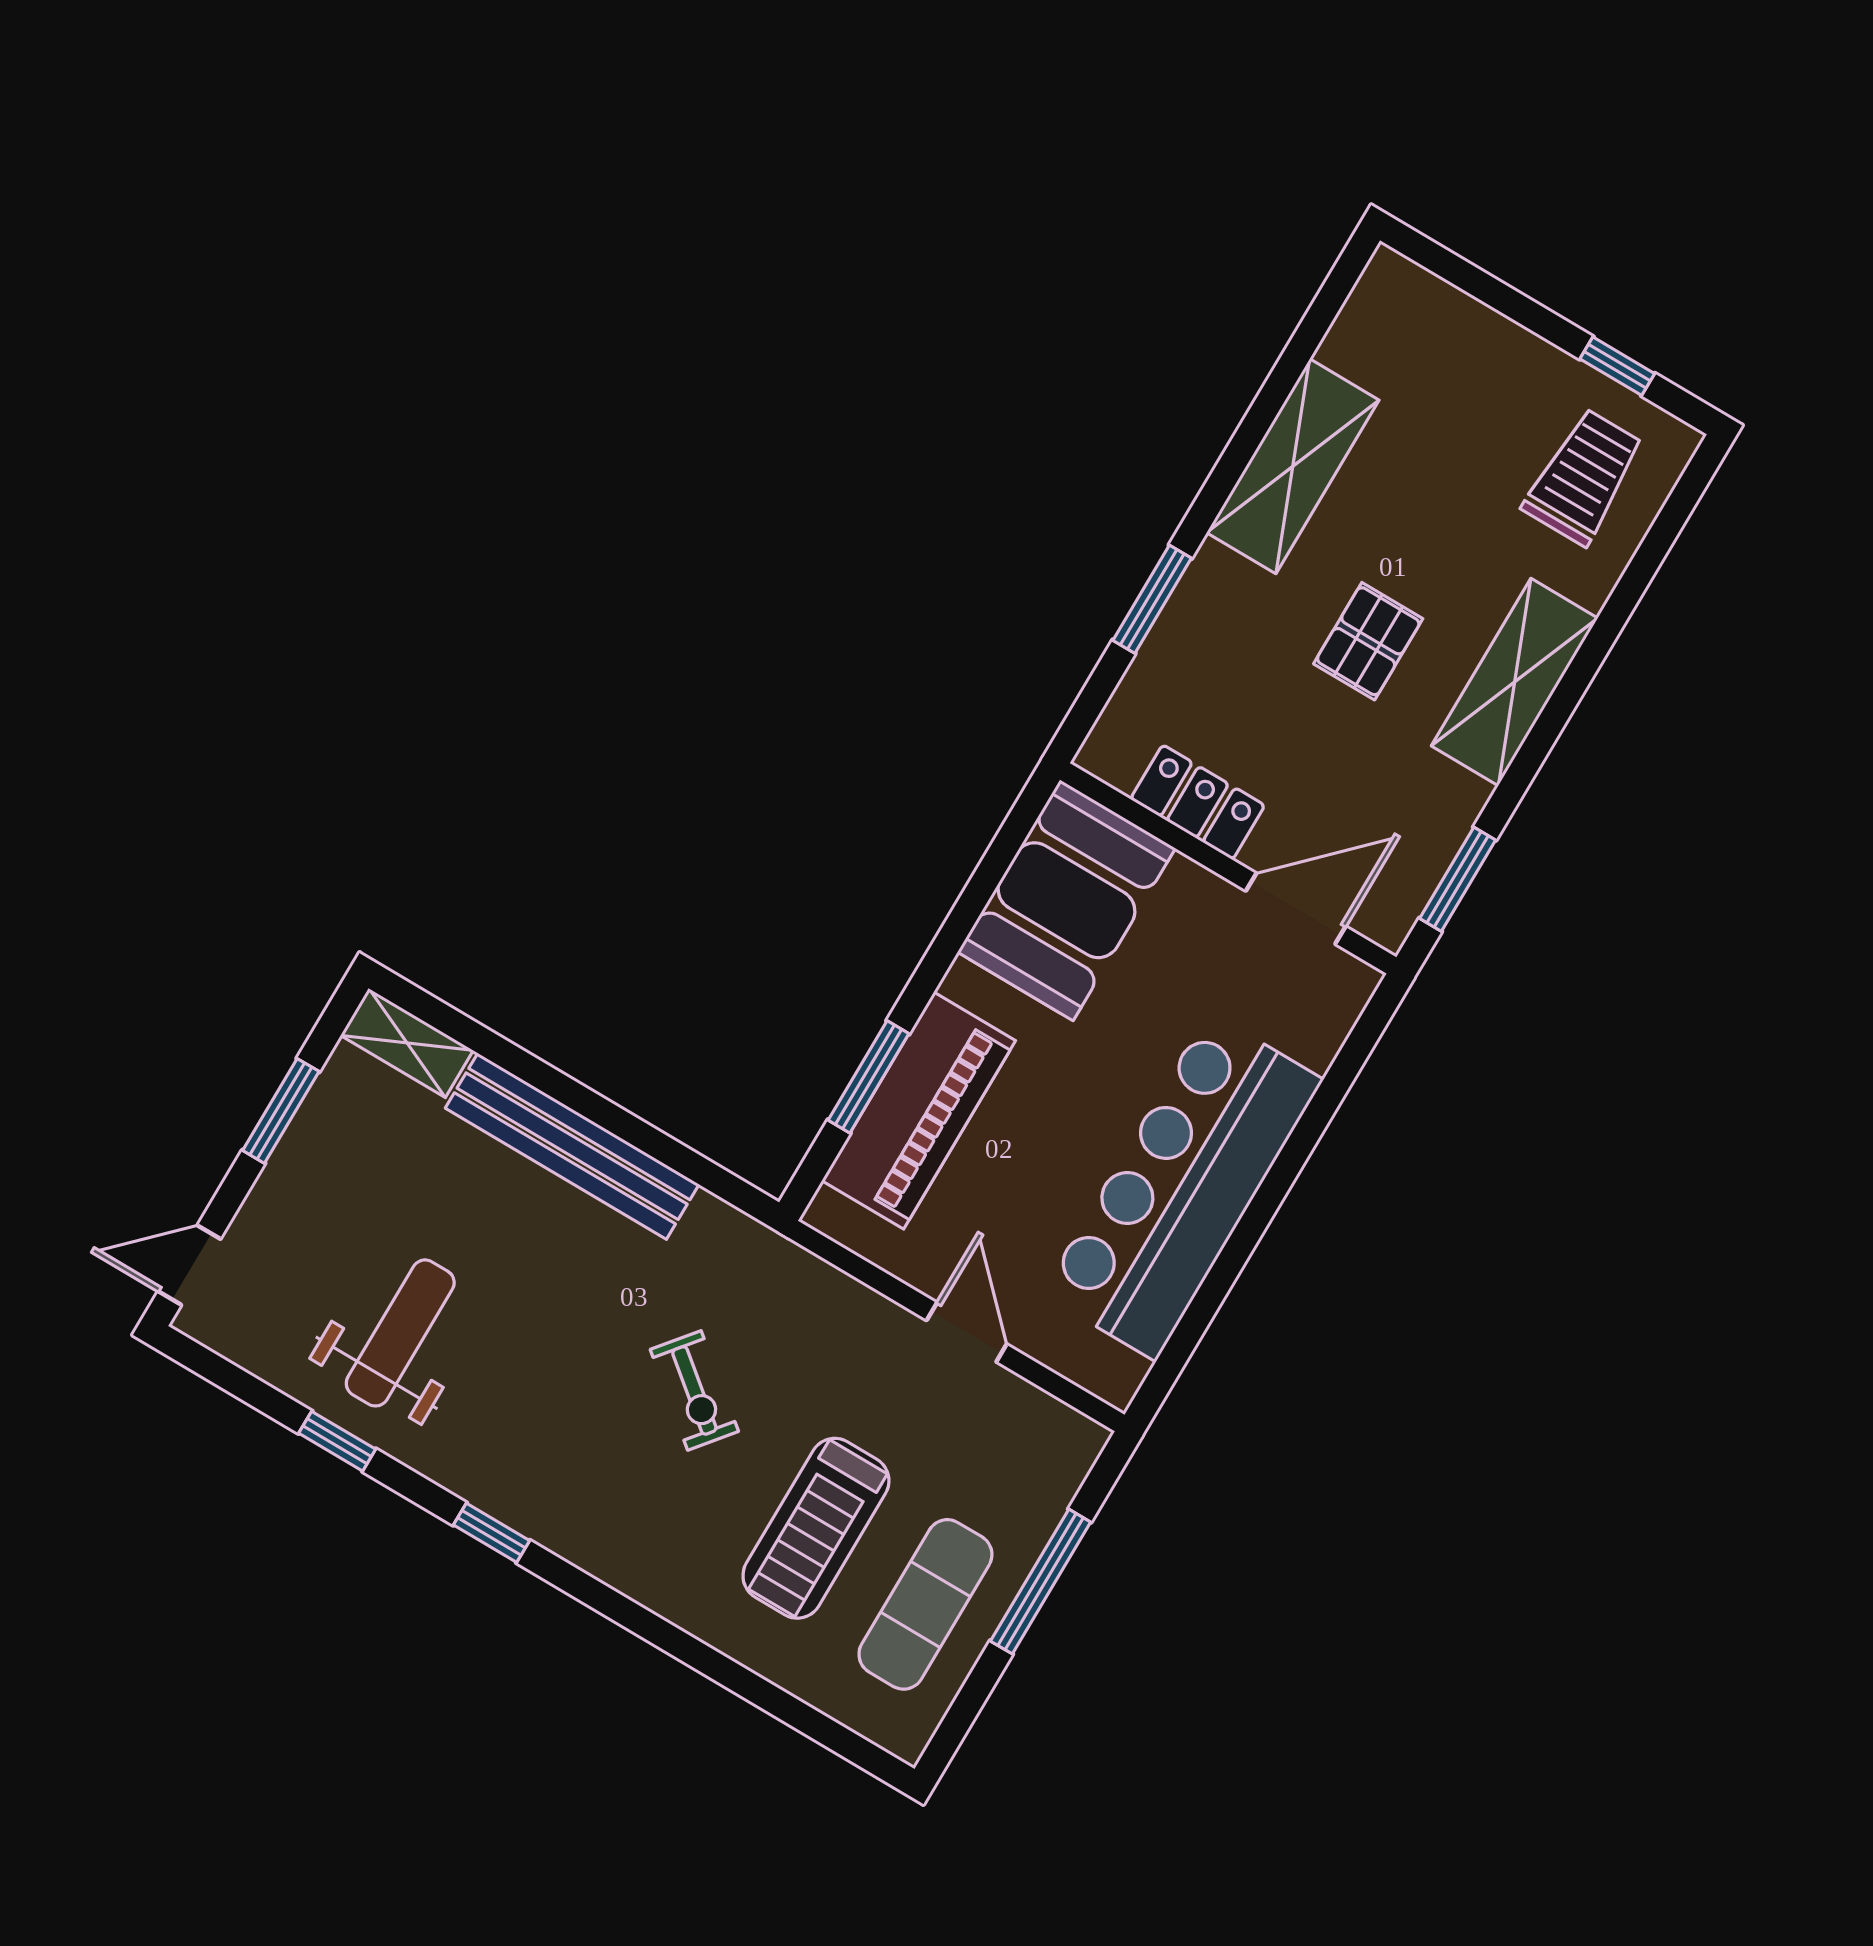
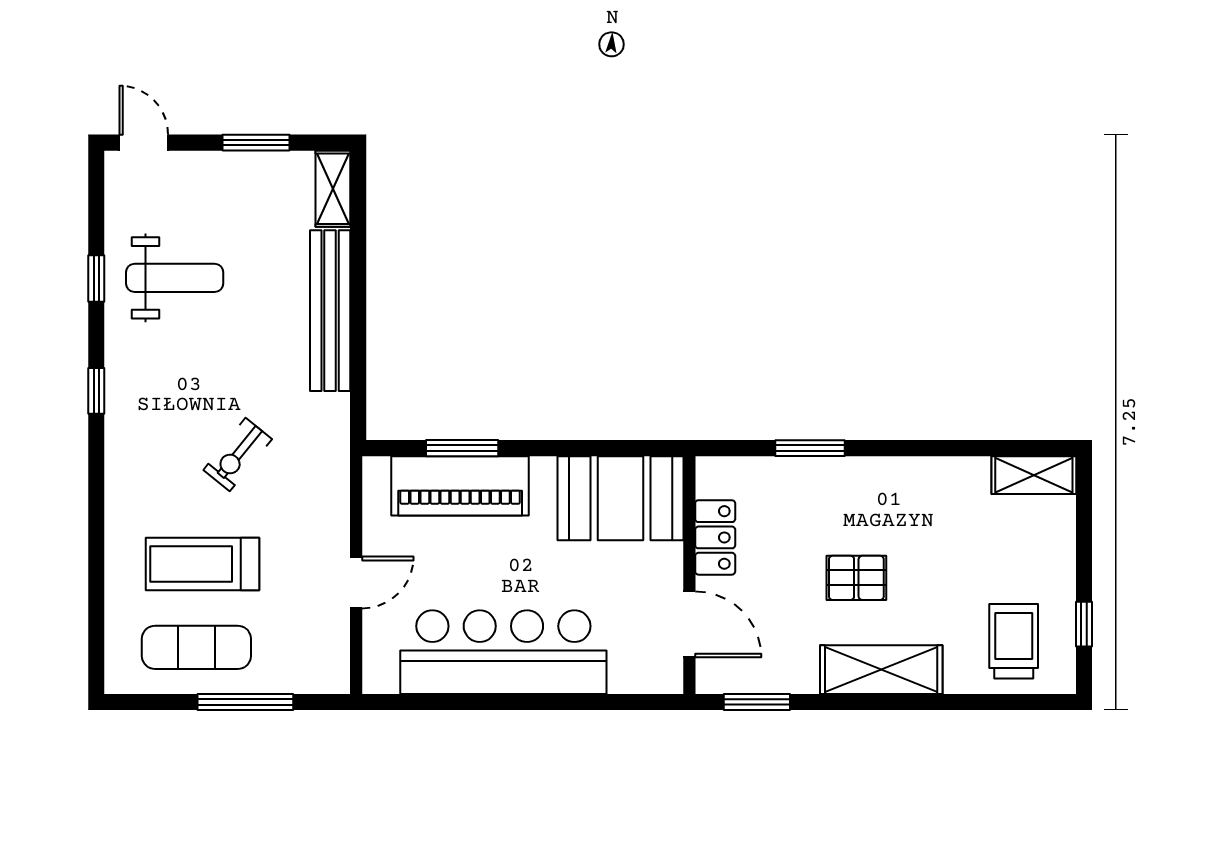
shelving: (1293, 466) -> (1034, 475), moved, width x0.67, depth x0.75
trolley: (1584, 477) -> (1014, 641), turned -90

